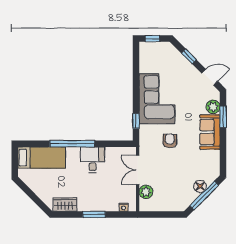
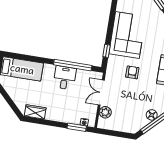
window: (72, 144) -> (73, 65), moved
window: (94, 215) -> (77, 127), moved

